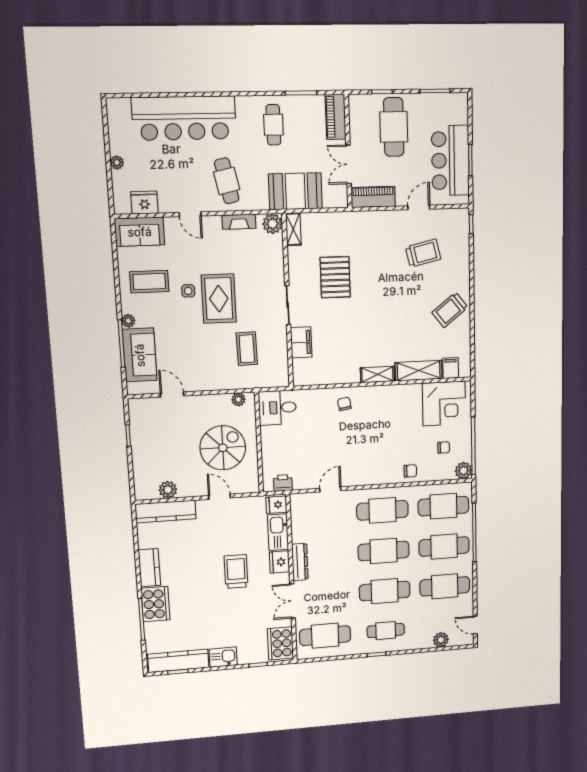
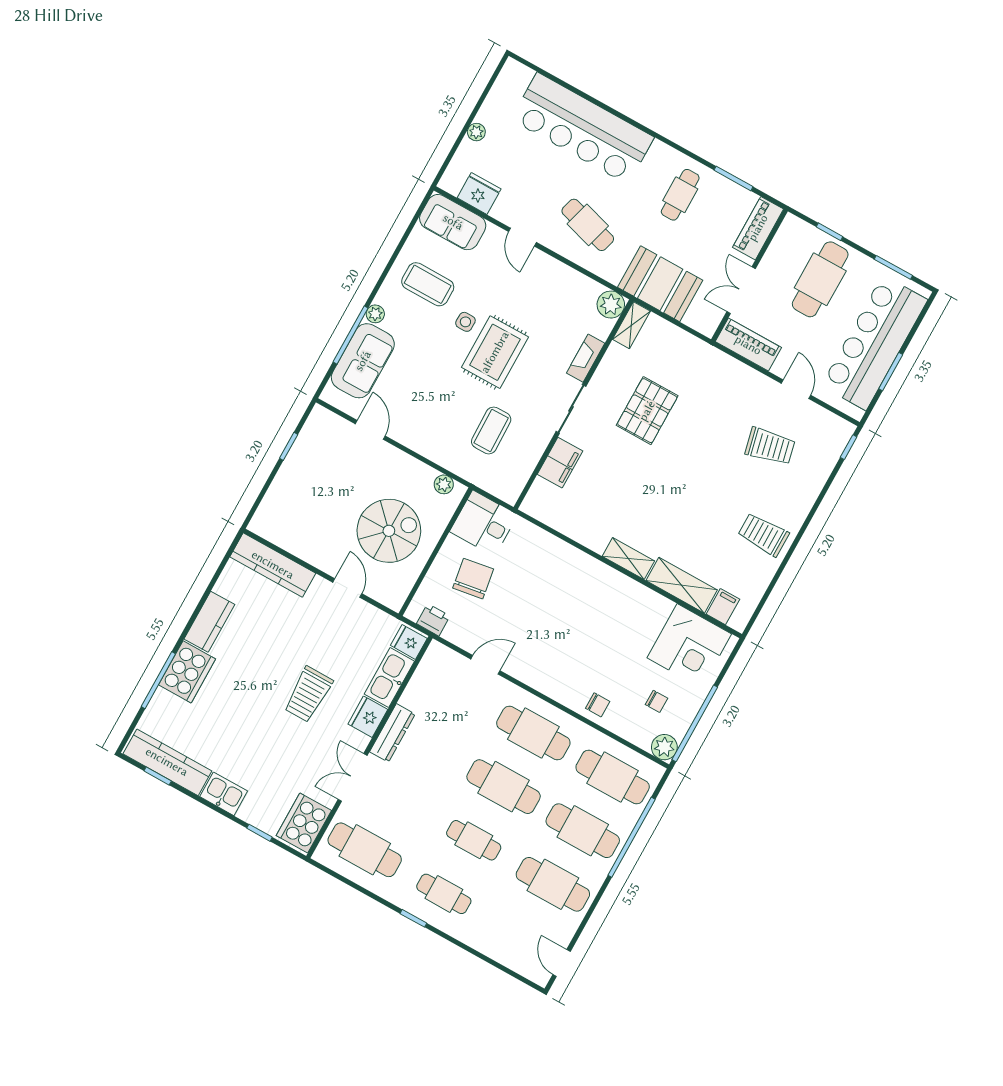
bar counter: (450, 161) -> (874, 343), width x1.36
cafe table: (227, 181) -> (588, 225), turned -62
door: (419, 207) -> (796, 389), hinge flipped
fireplace: (239, 222) -> (586, 358), moved, turned 90
trolley: (450, 310) -> (763, 535), turned 38
chair: (344, 404) -> (473, 579), moved, width x1.87, depth x1.87
plant: (168, 490) -> (292, 540), removed
trolley: (236, 572) -> (308, 694), turned 180
cafe table: (385, 591) -> (474, 840), width x0.73, depth x0.74
plant: (441, 640) -> (506, 954), removed

